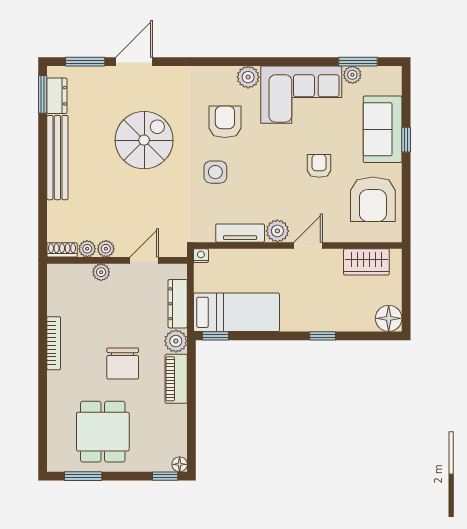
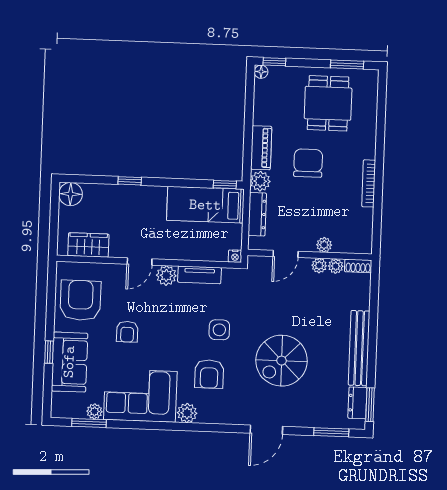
door: (134, 62) -> (266, 430), moved

